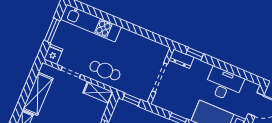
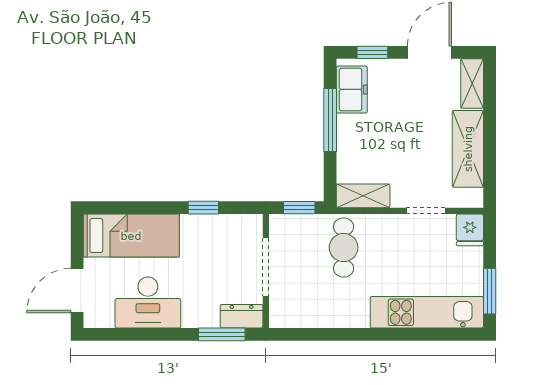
window: (52, 31) -> (490, 291), moved
window: (195, 54) -> (222, 334), width x1.50
cafe table: (105, 71) -> (344, 248), moved, turned 90

